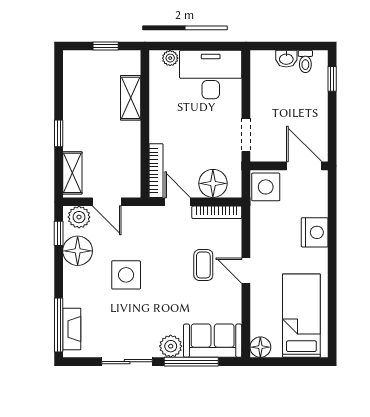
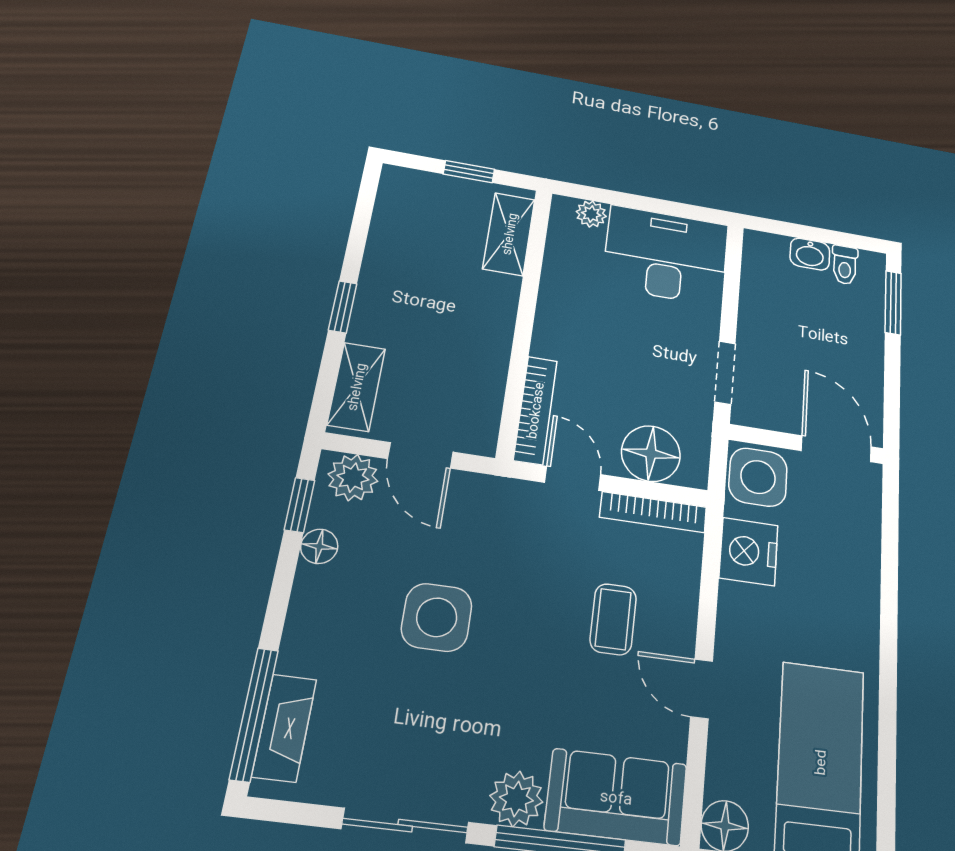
window: (332, 79) -> (893, 303), width x1.50
shelving: (131, 98) -> (509, 234), moved
nightstand: (315, 232) -> (749, 551), moved, turned 180
floor lamp: (78, 251) -> (319, 546), width x0.53, depth x0.53
door: (246, 271) -> (702, 689), moved

